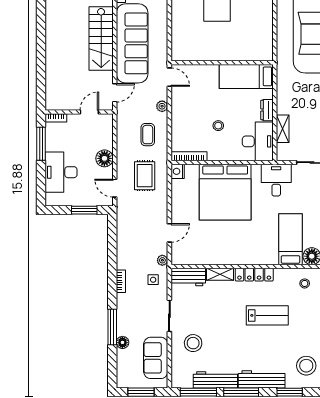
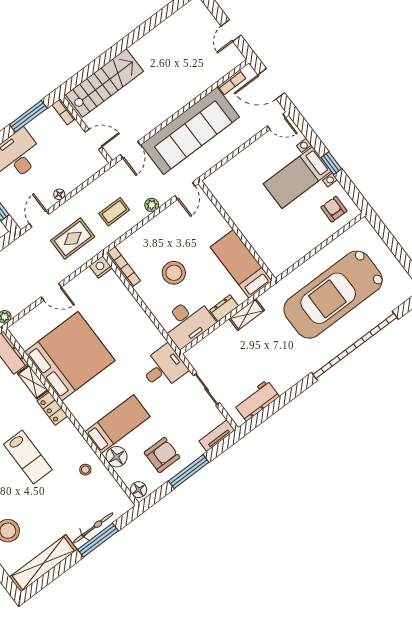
stairs: (101, 38) -> (104, 83), moved, turned 180
door: (115, 93) -> (130, 150), hinge flipped
stool: (218, 126) -> (174, 273), width x1.89, depth x1.89
shelving: (283, 129) -> (247, 314), moved
floor lamp: (104, 158) -> (59, 194), width x0.53, depth x0.53
bed: (225, 192) -> (70, 356), moved, turned 180
door: (169, 233) -> (51, 292), moved
locker: (254, 275) -> (52, 409), width x0.66

